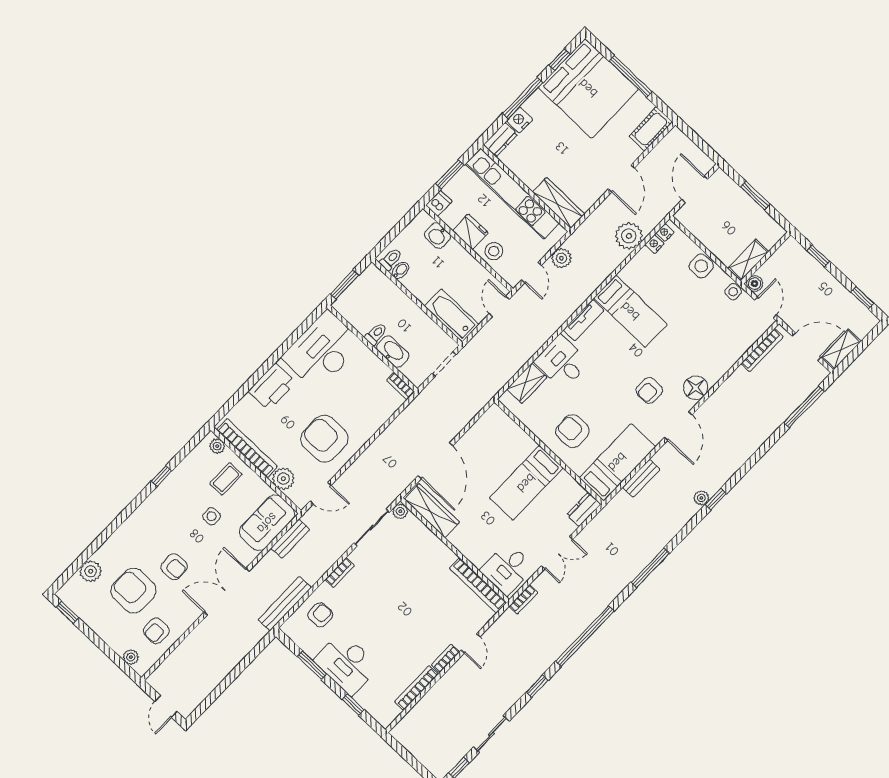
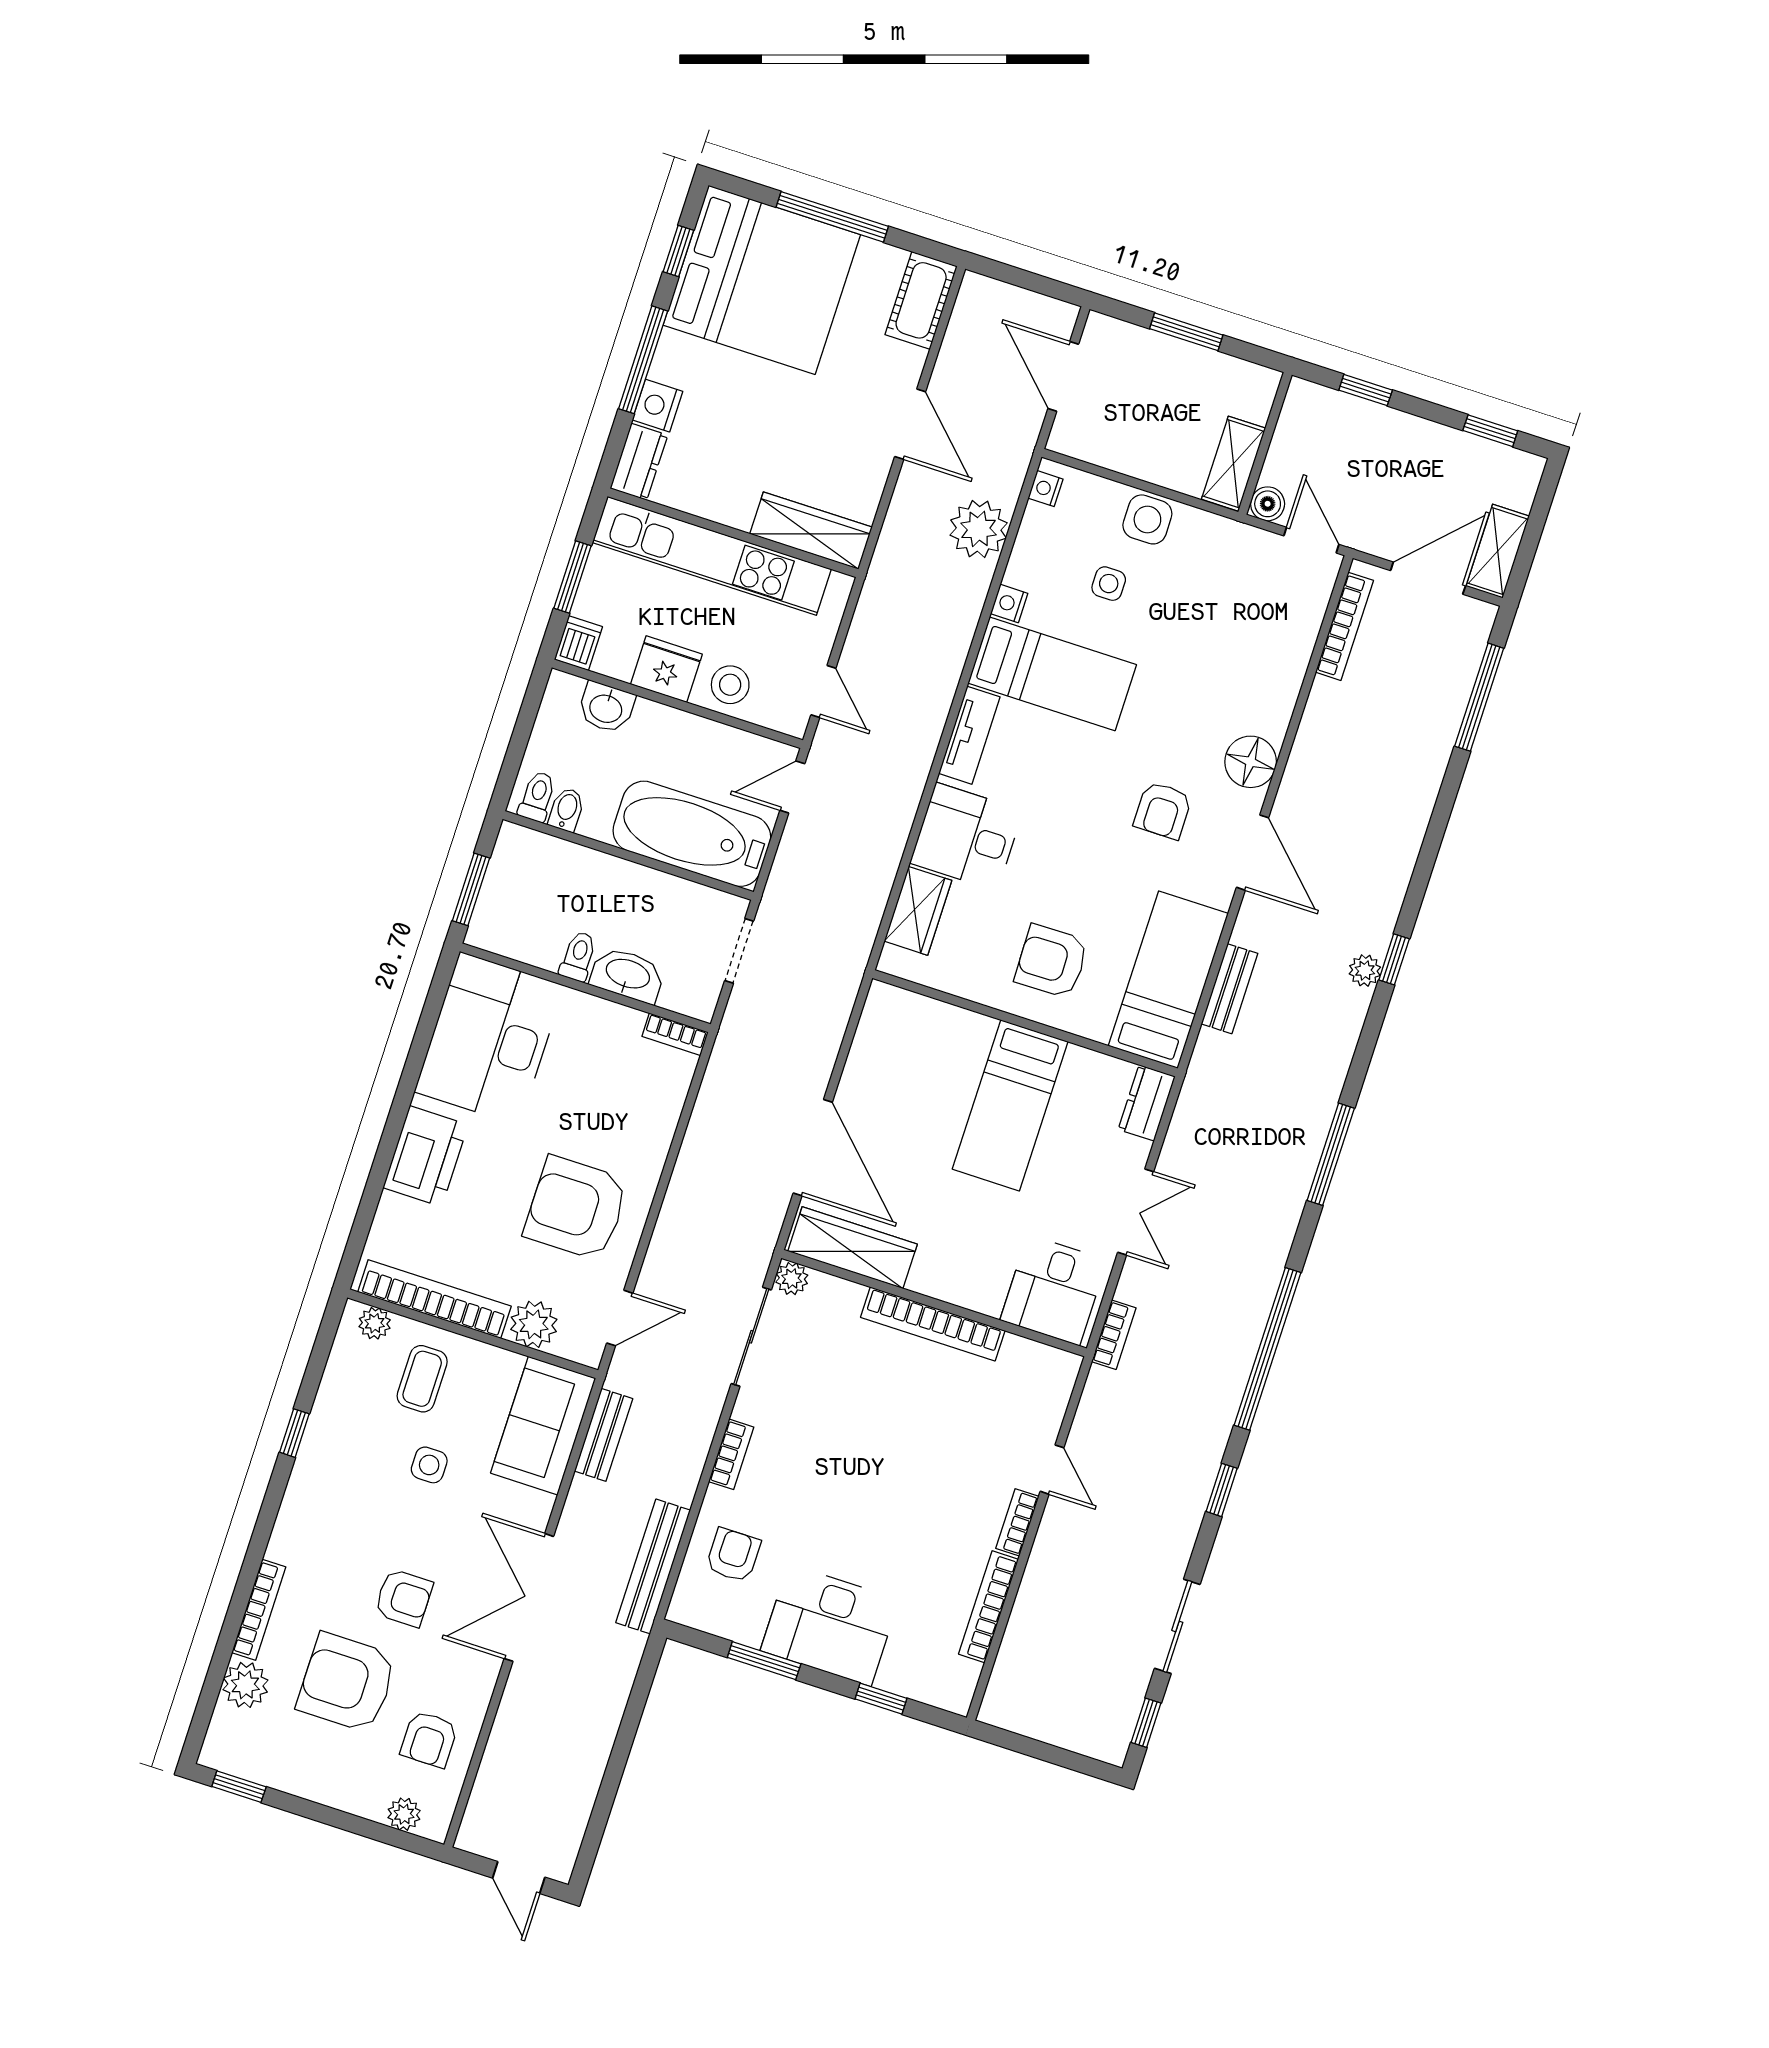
nightstand: (655, 244) -> (1009, 603), moved
plant: (561, 258) -> (868, 635), removed
side table: (733, 292) -> (1109, 584), moved
door: (499, 306) -> (792, 787), hinge flipped
bathtub: (452, 315) -> (692, 834), width x1.36, depth x1.36
bookcase: (111, 543) -> (259, 1610), added
bookcase: (478, 585) -> (933, 1324), moved

